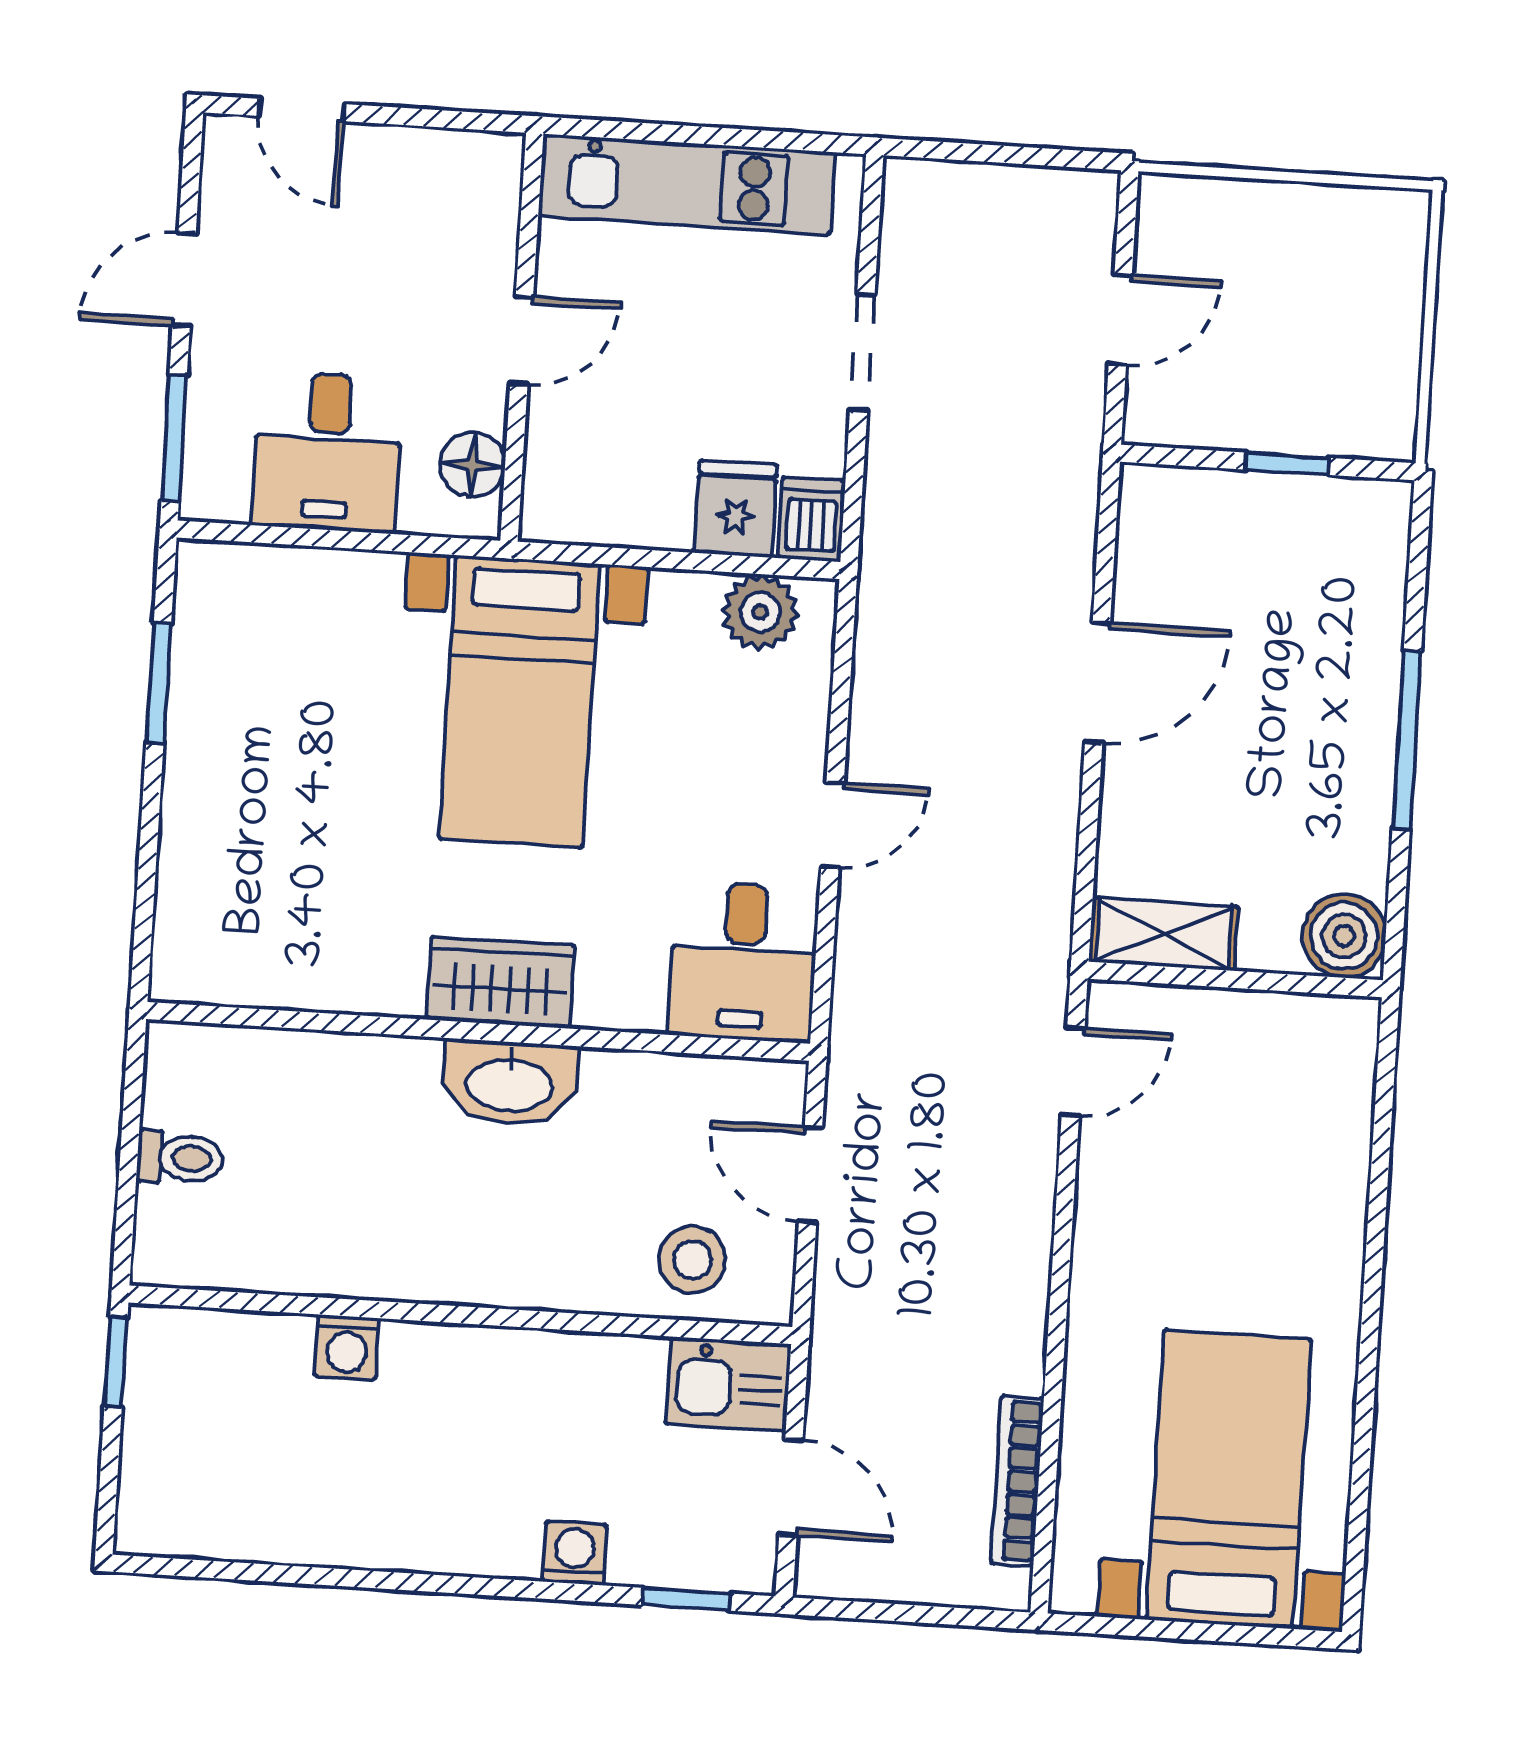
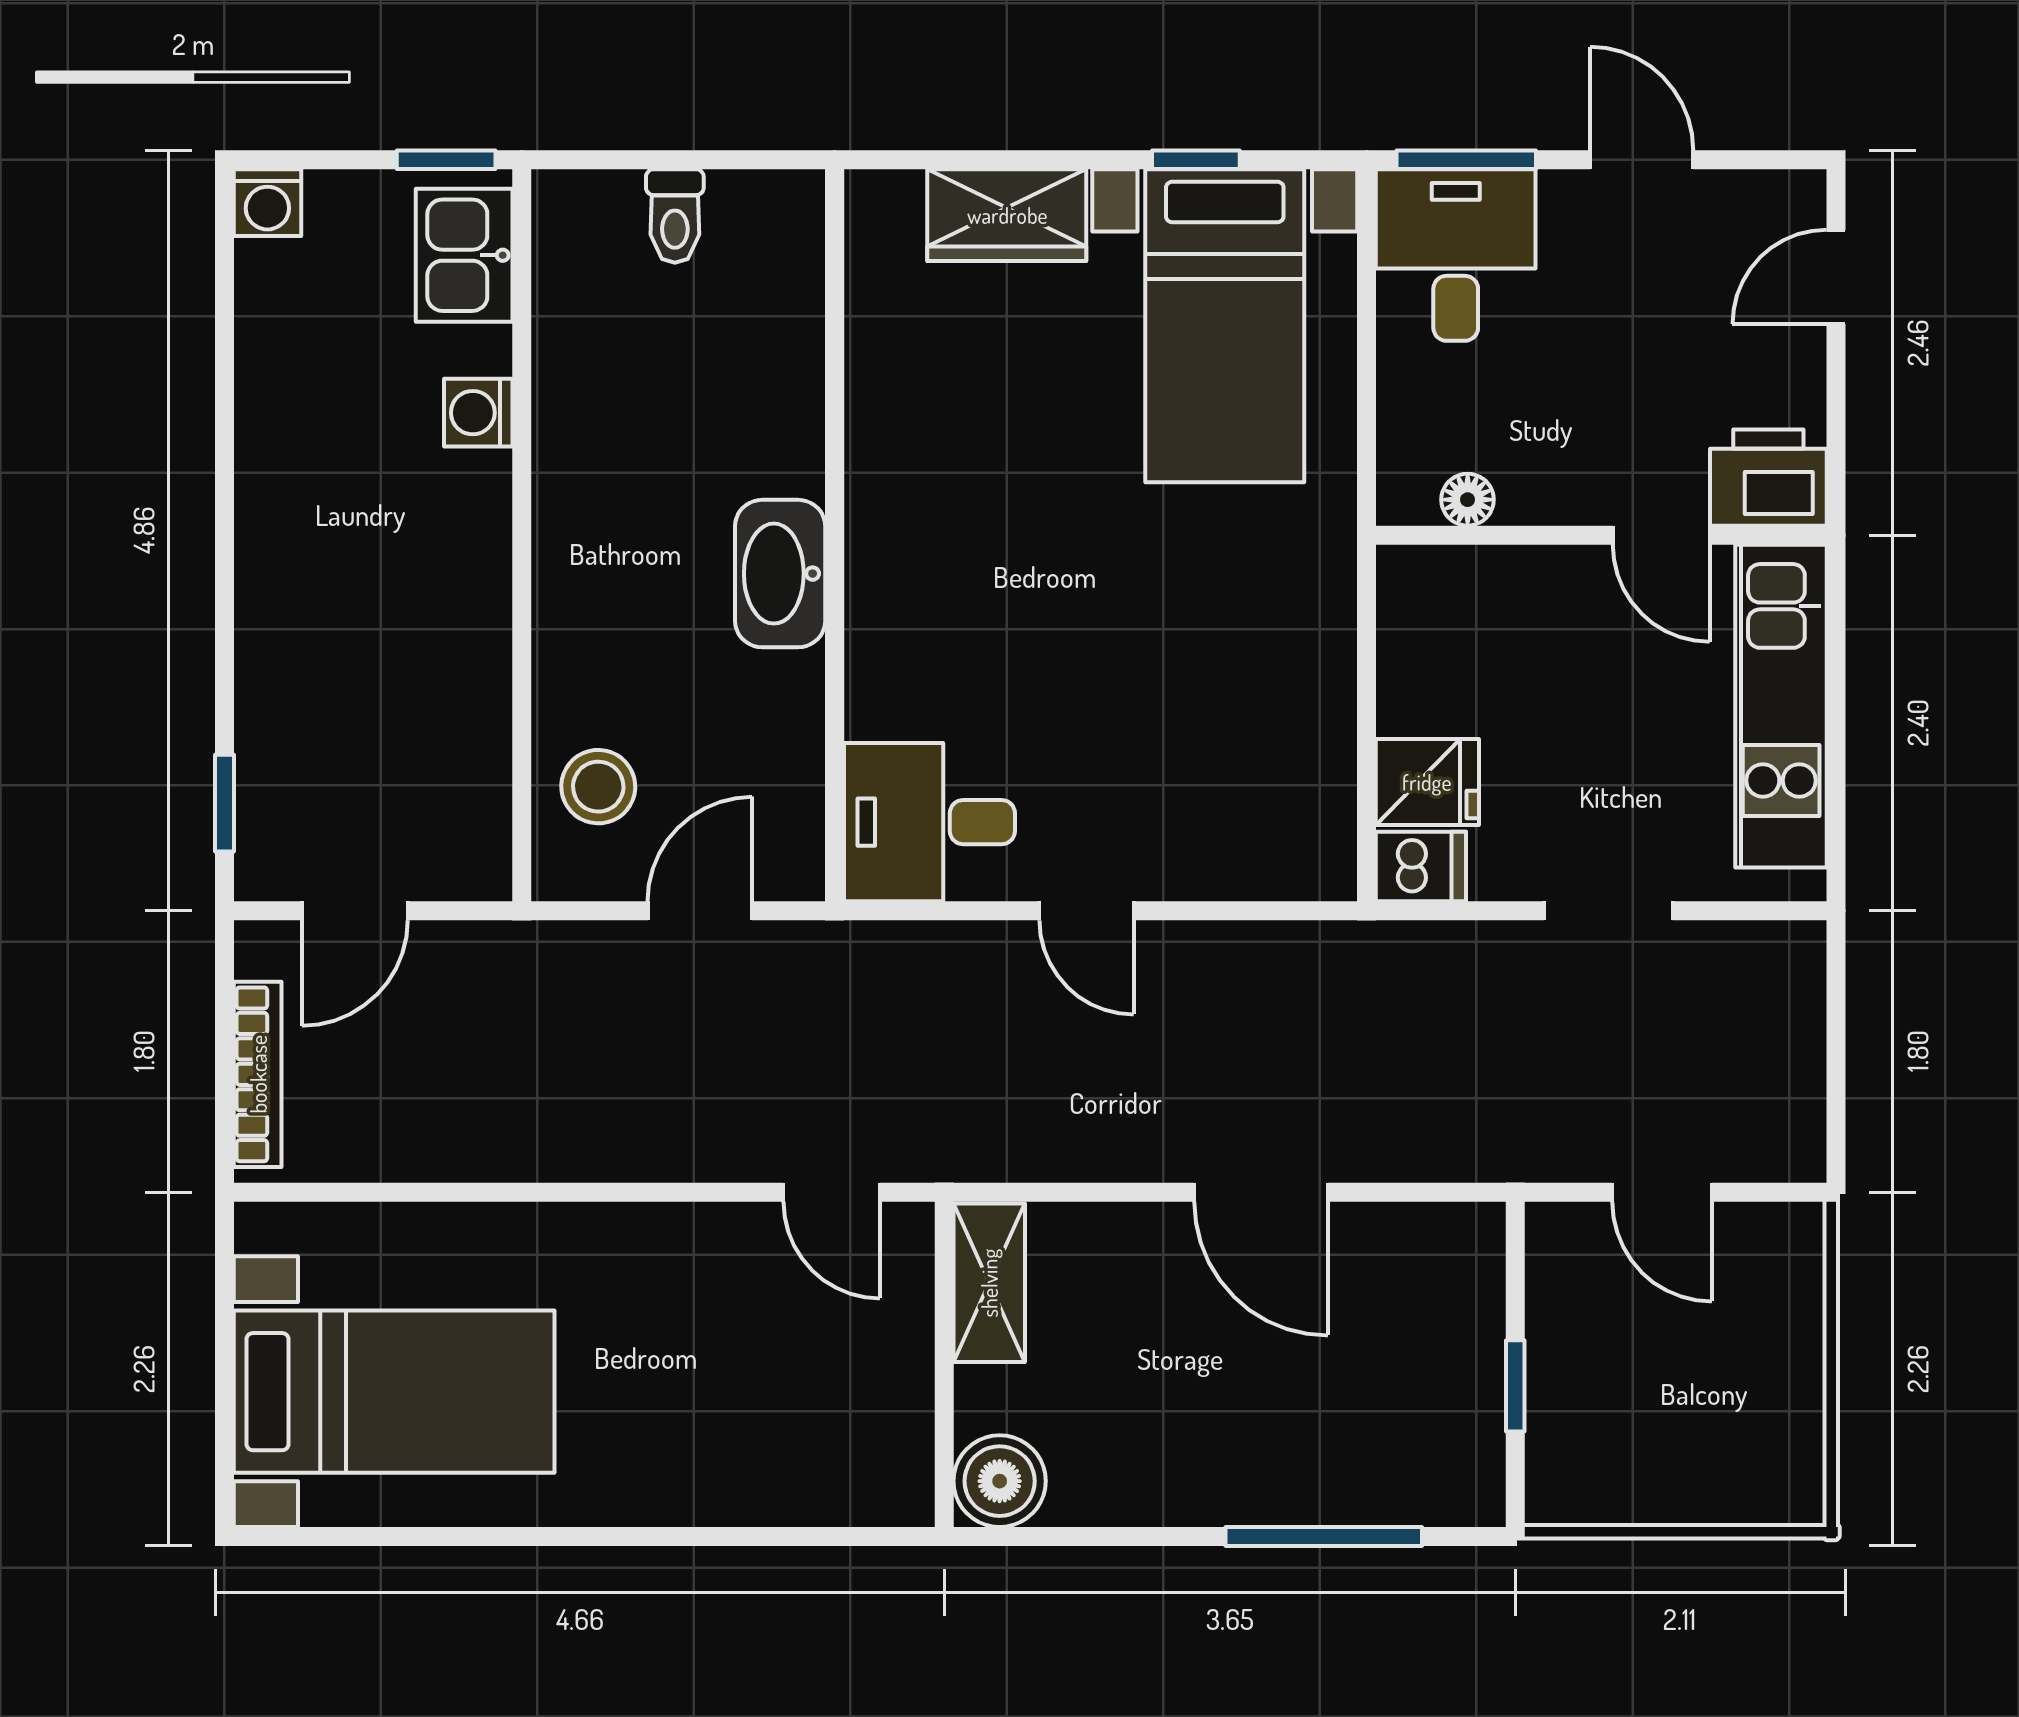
printer: (479, 183) -> (1768, 478), added
door: (522, 340) -> (1661, 535), moved
desk: (328, 452) -> (1456, 255), moved, turned 90
floor lamp: (473, 465) -> (1468, 500), width x0.73, depth x0.73
plant: (760, 612) -> (1315, 816), removed
window: (159, 683) -> (1196, 160), width x0.67
bed with nightstands: (519, 701) -> (1225, 326), moved, turned -90
window: (1407, 740) -> (1324, 1536), moved
wardrobe: (501, 983) -> (1007, 215), moved, turned 90
kitchen sink: (728, 1384) -> (464, 255), moved
bookcase: (1017, 1481) -> (258, 1074), moved, turned 90
washing machine: (575, 1553) -> (267, 203), moved, turned 90

